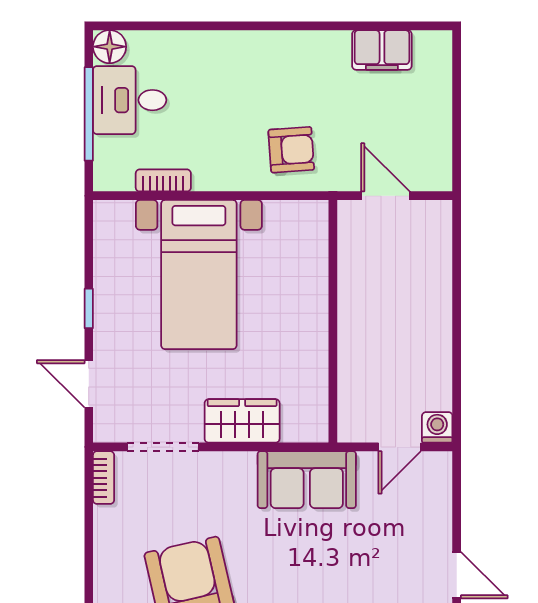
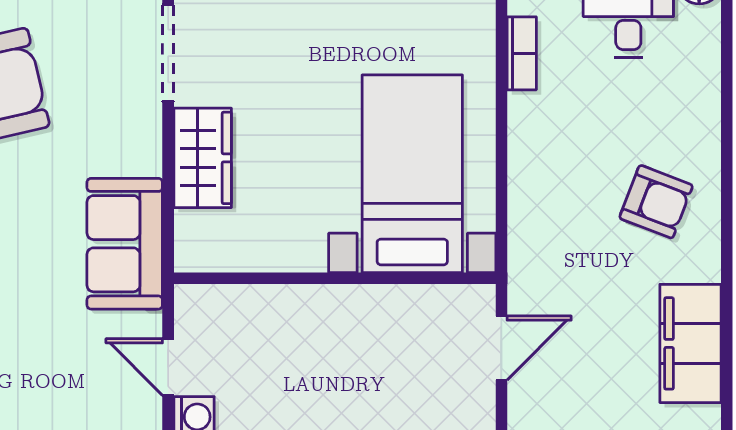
filing cabinet: (382, 50) -> (690, 343), width x1.50, depth x1.17
armchair: (291, 150) -> (656, 202), moved, turned -65
bed with nightstands: (199, 275) -> (412, 174), moved, turned 90

